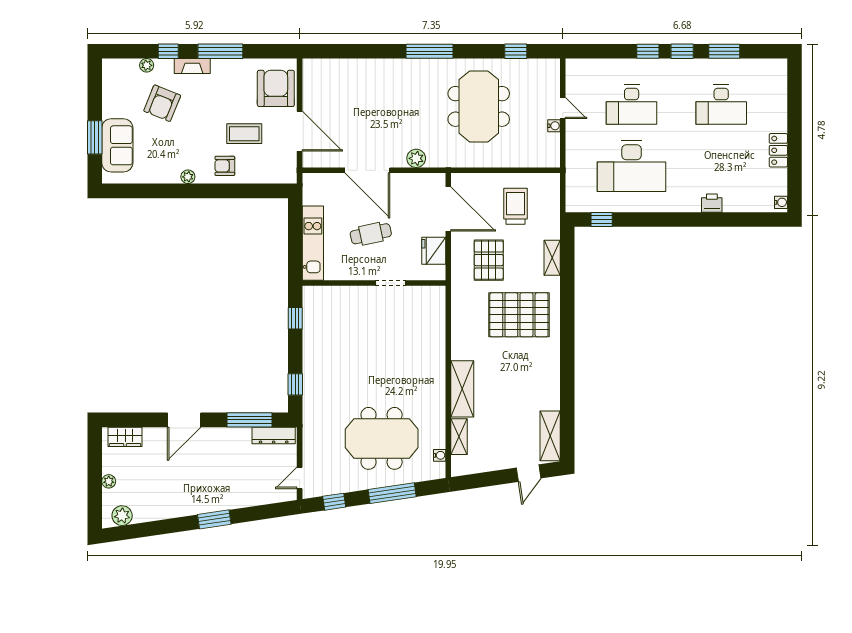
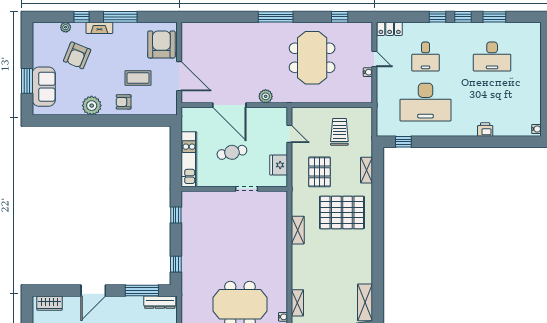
desk: (632, 105) -> (426, 57), width x0.73
locker: (778, 150) -> (390, 29), moved, turned -90
plant: (188, 177) -> (92, 106), width x1.88, depth x1.88
door: (448, 209) -> (289, 134), width x0.53
shelving: (462, 389) -> (298, 230), moved, width x0.67, depth x0.75

